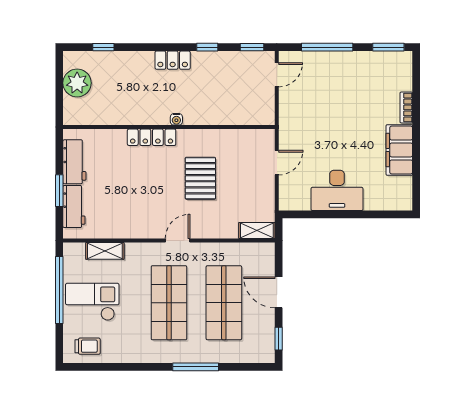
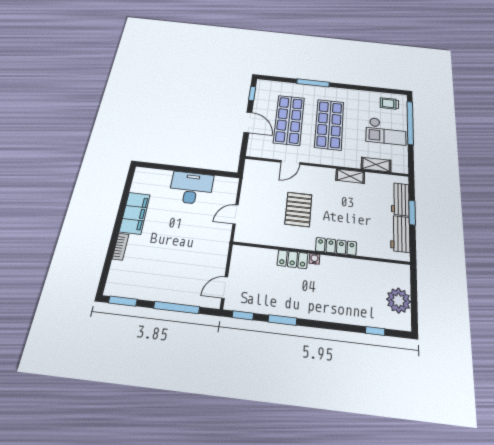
window: (207, 47) -> (282, 320), width x1.50
locker: (173, 60) -> (292, 259), moved, turned 180
shelving: (257, 231) -> (350, 176), moved
door: (178, 240) -> (290, 162), moved
window: (59, 290) -> (410, 123), moved

